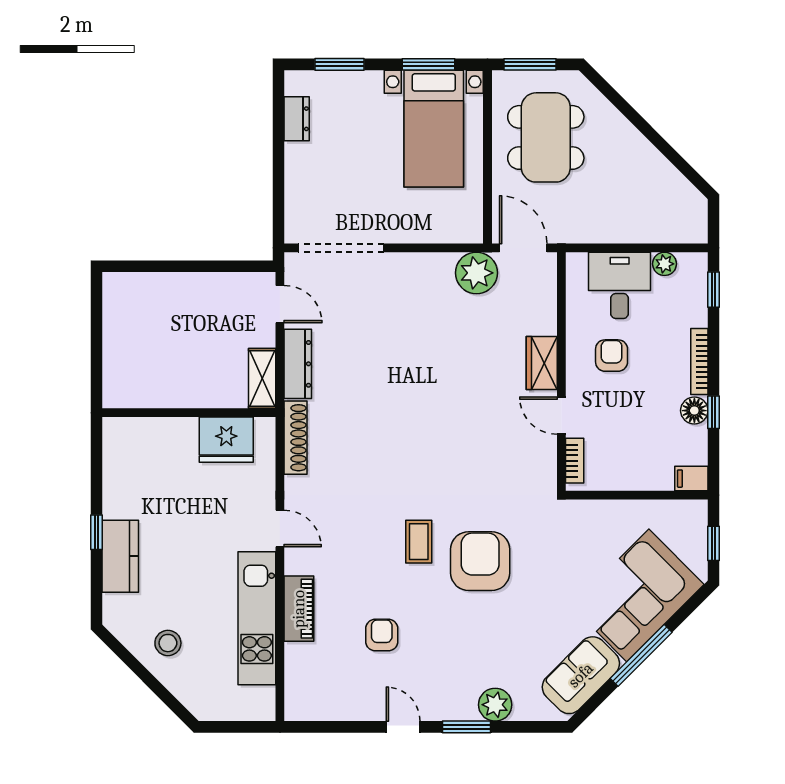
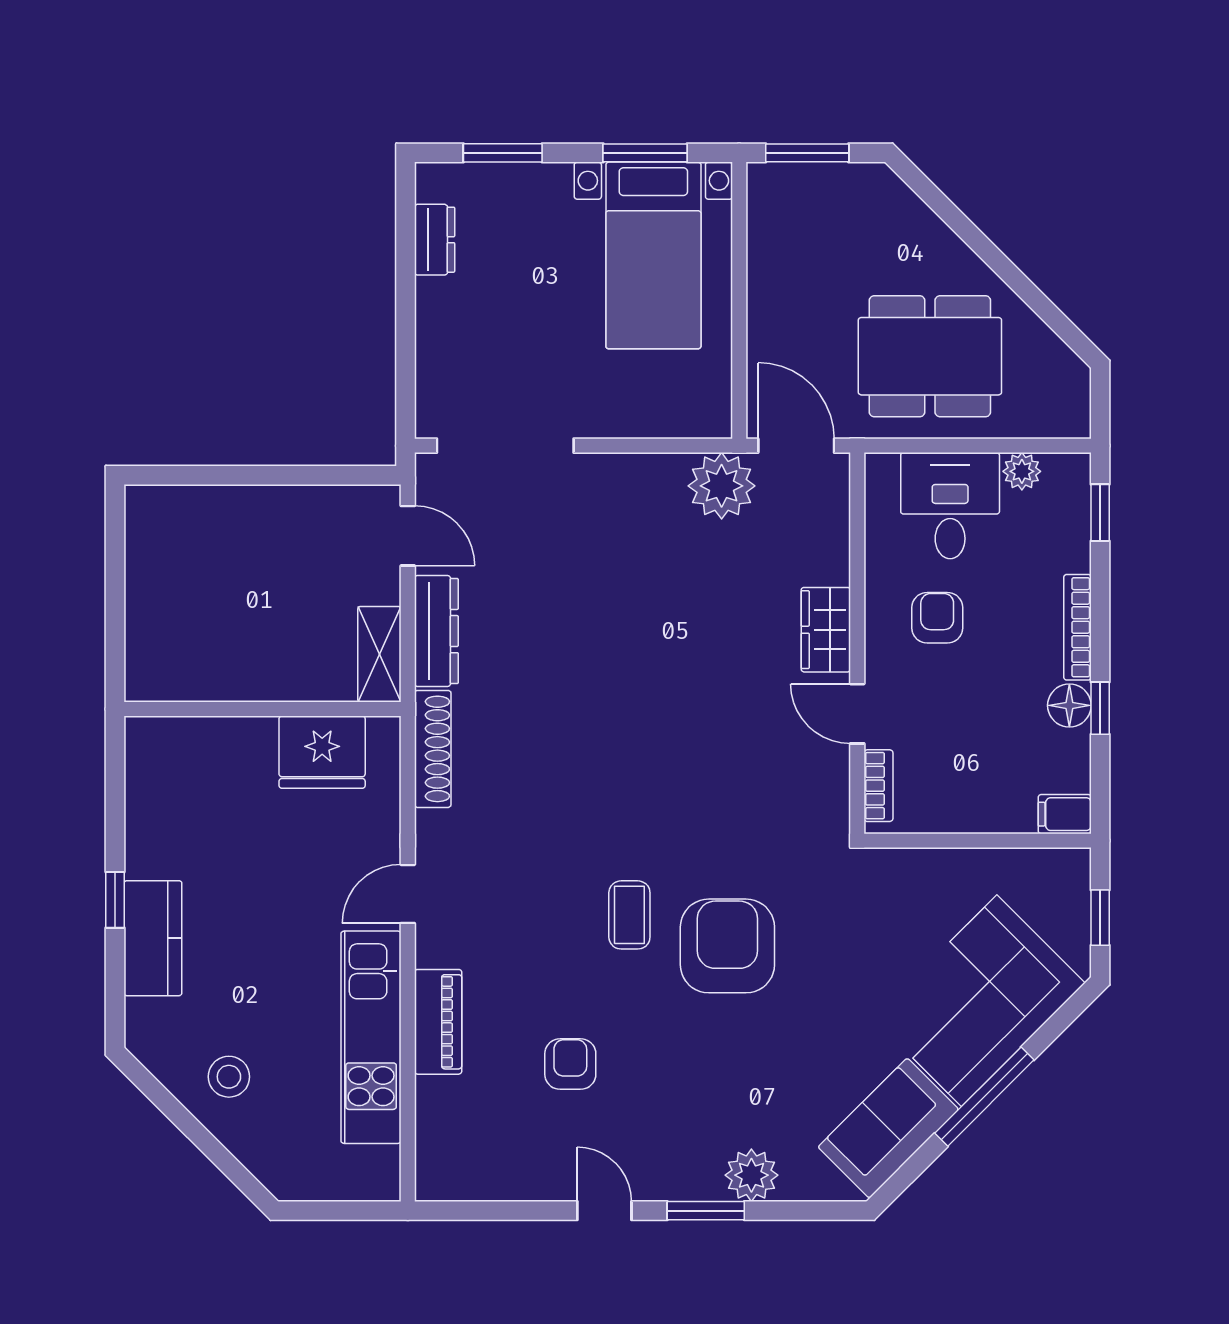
dining table: (546, 137) -> (930, 356), moved, turned 90
door: (280, 529) -> (408, 894), swing flipped

